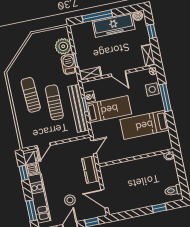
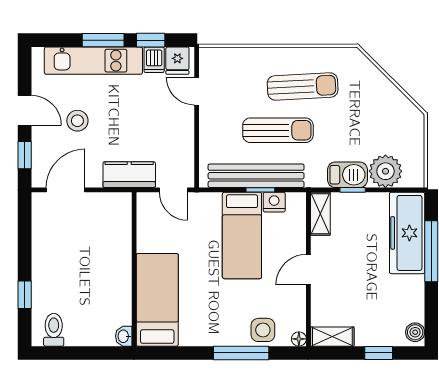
freezer: (114, 25) -> (407, 233), moved
bed: (144, 125) -> (157, 300), moved
window: (32, 210) -> (103, 40), moved

